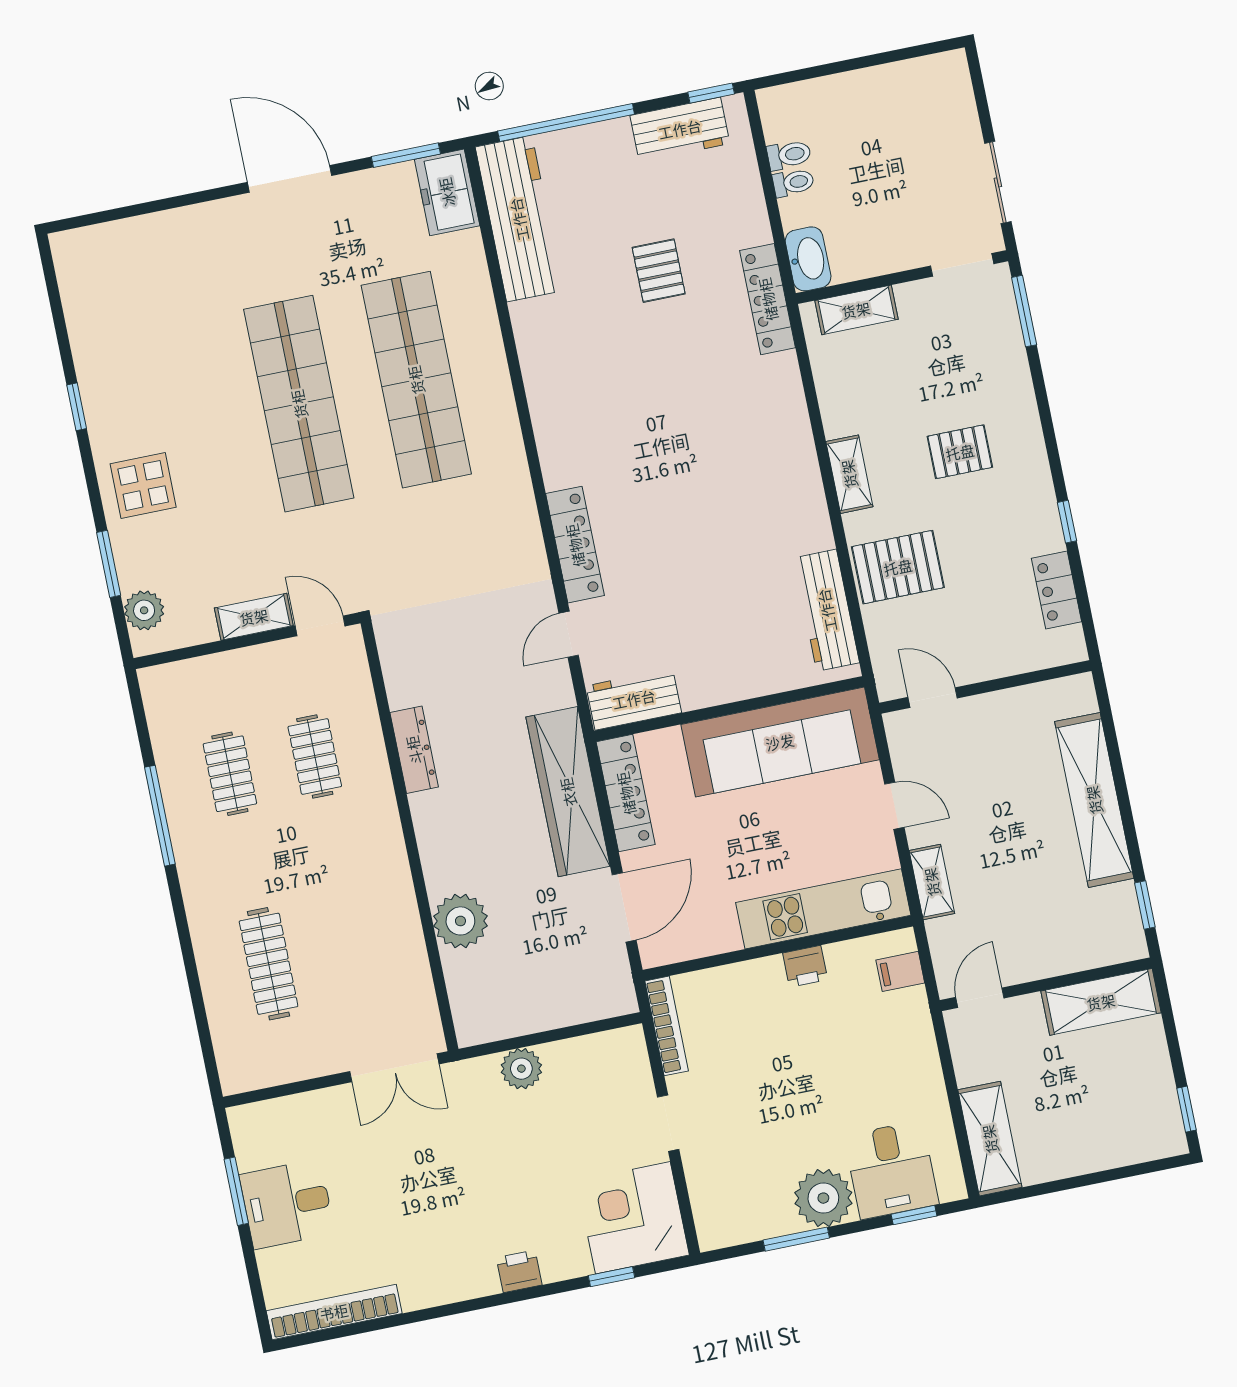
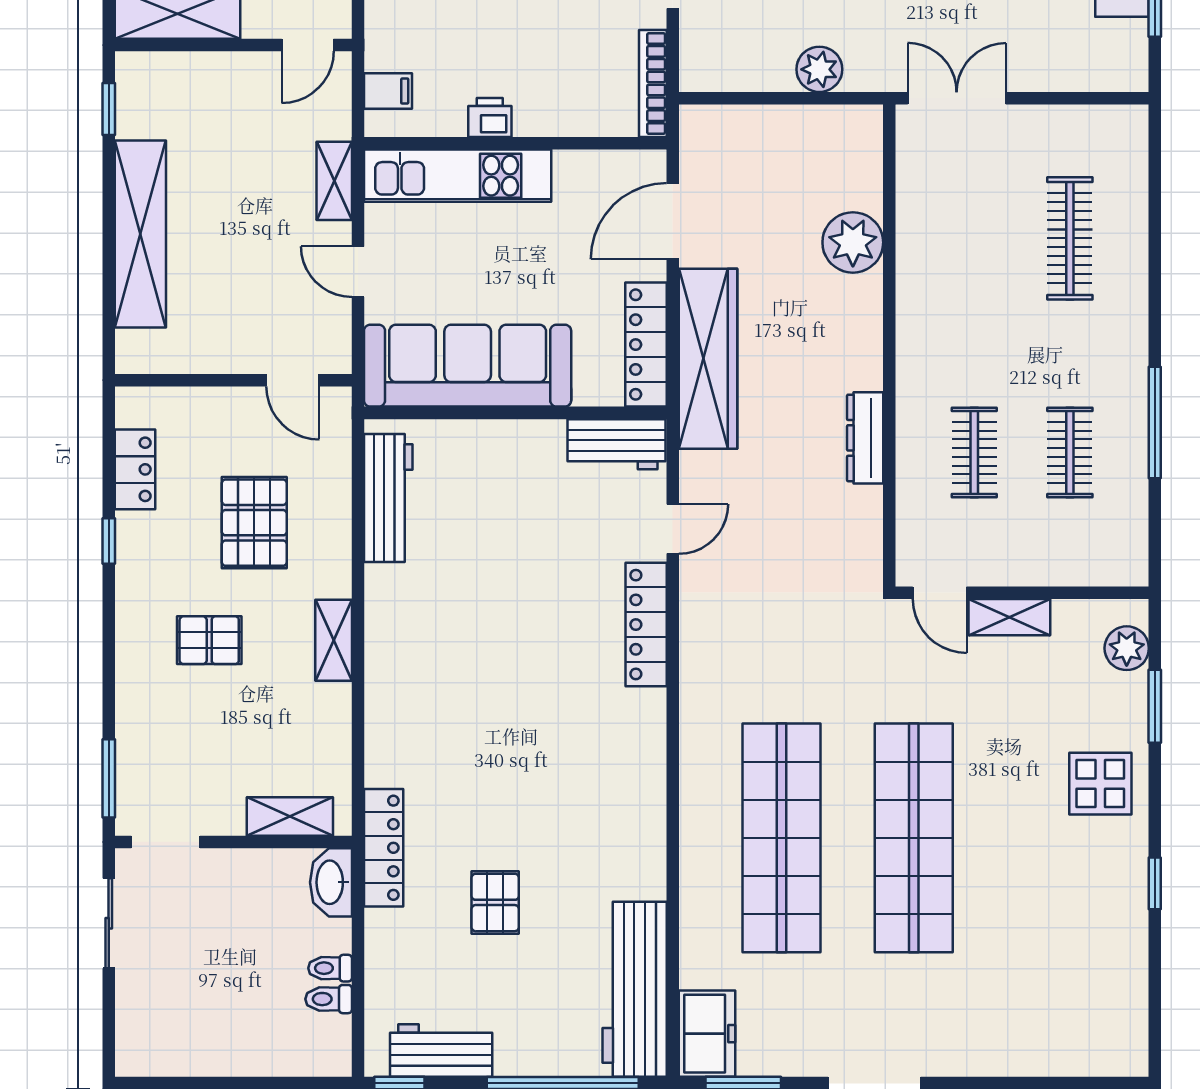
pallet: (898, 567) -> (254, 523), moved, turned 90

